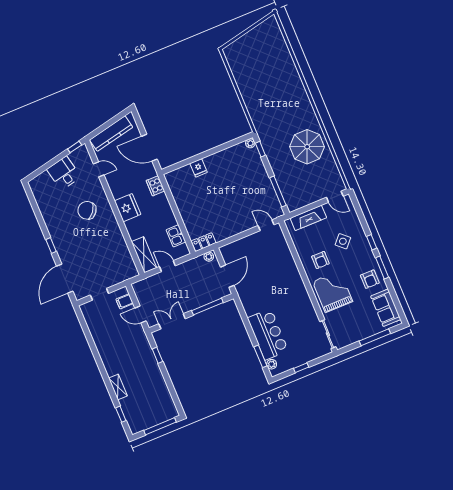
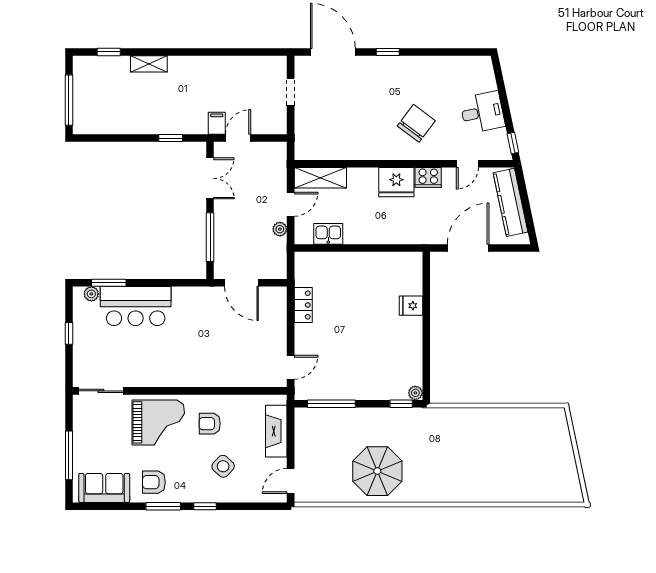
cooker: (155, 186) -> (428, 177), moved, turned 180
locker: (204, 242) -> (303, 305), moved
plant: (209, 257) -> (280, 229), moved
filing cabinet: (125, 301) -> (217, 123), moved

